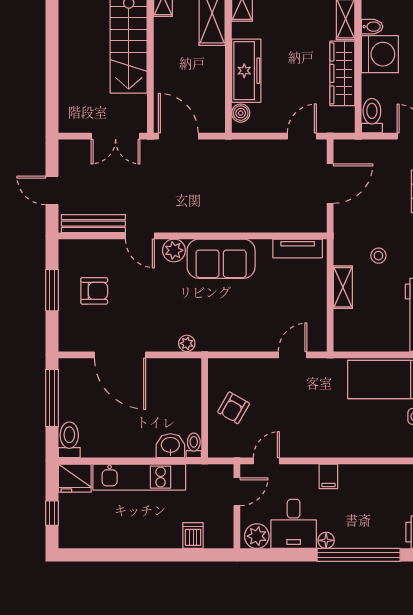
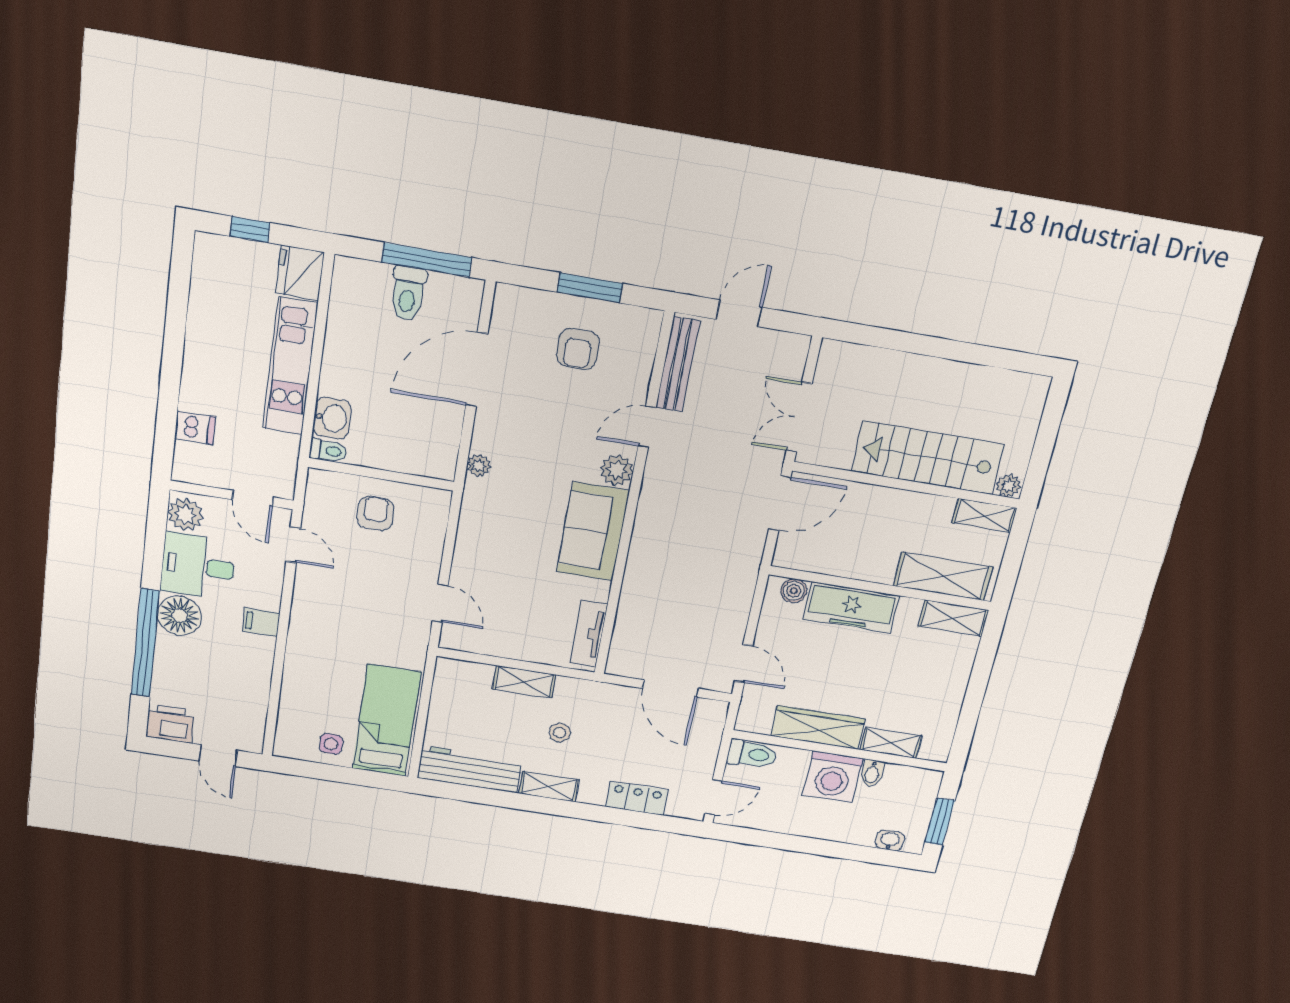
armchair: (233, 408) -> (376, 513), turned 60
toilet: (69, 440) -> (408, 293), moved, turned 90
floor lamp: (326, 540) -> (179, 616), width x1.89, depth x1.89

